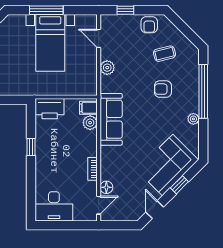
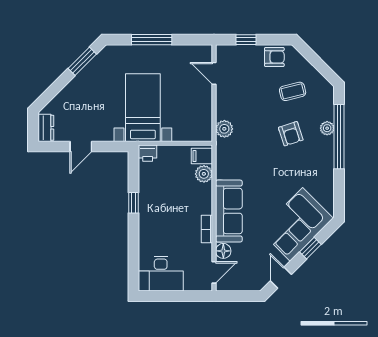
armchair: (149, 25) -> (274, 57), turned -90
bed with nightstands: (50, 43) -> (143, 108), moved, turned 180
plant: (107, 68) -> (224, 129), moved
armchair: (163, 89) -> (291, 134), turned -108
printer: (50, 109) -> (148, 153), width x0.53, depth x0.68
sofa: (111, 119) -> (229, 211), moved
plant: (193, 119) -> (327, 128), moved

